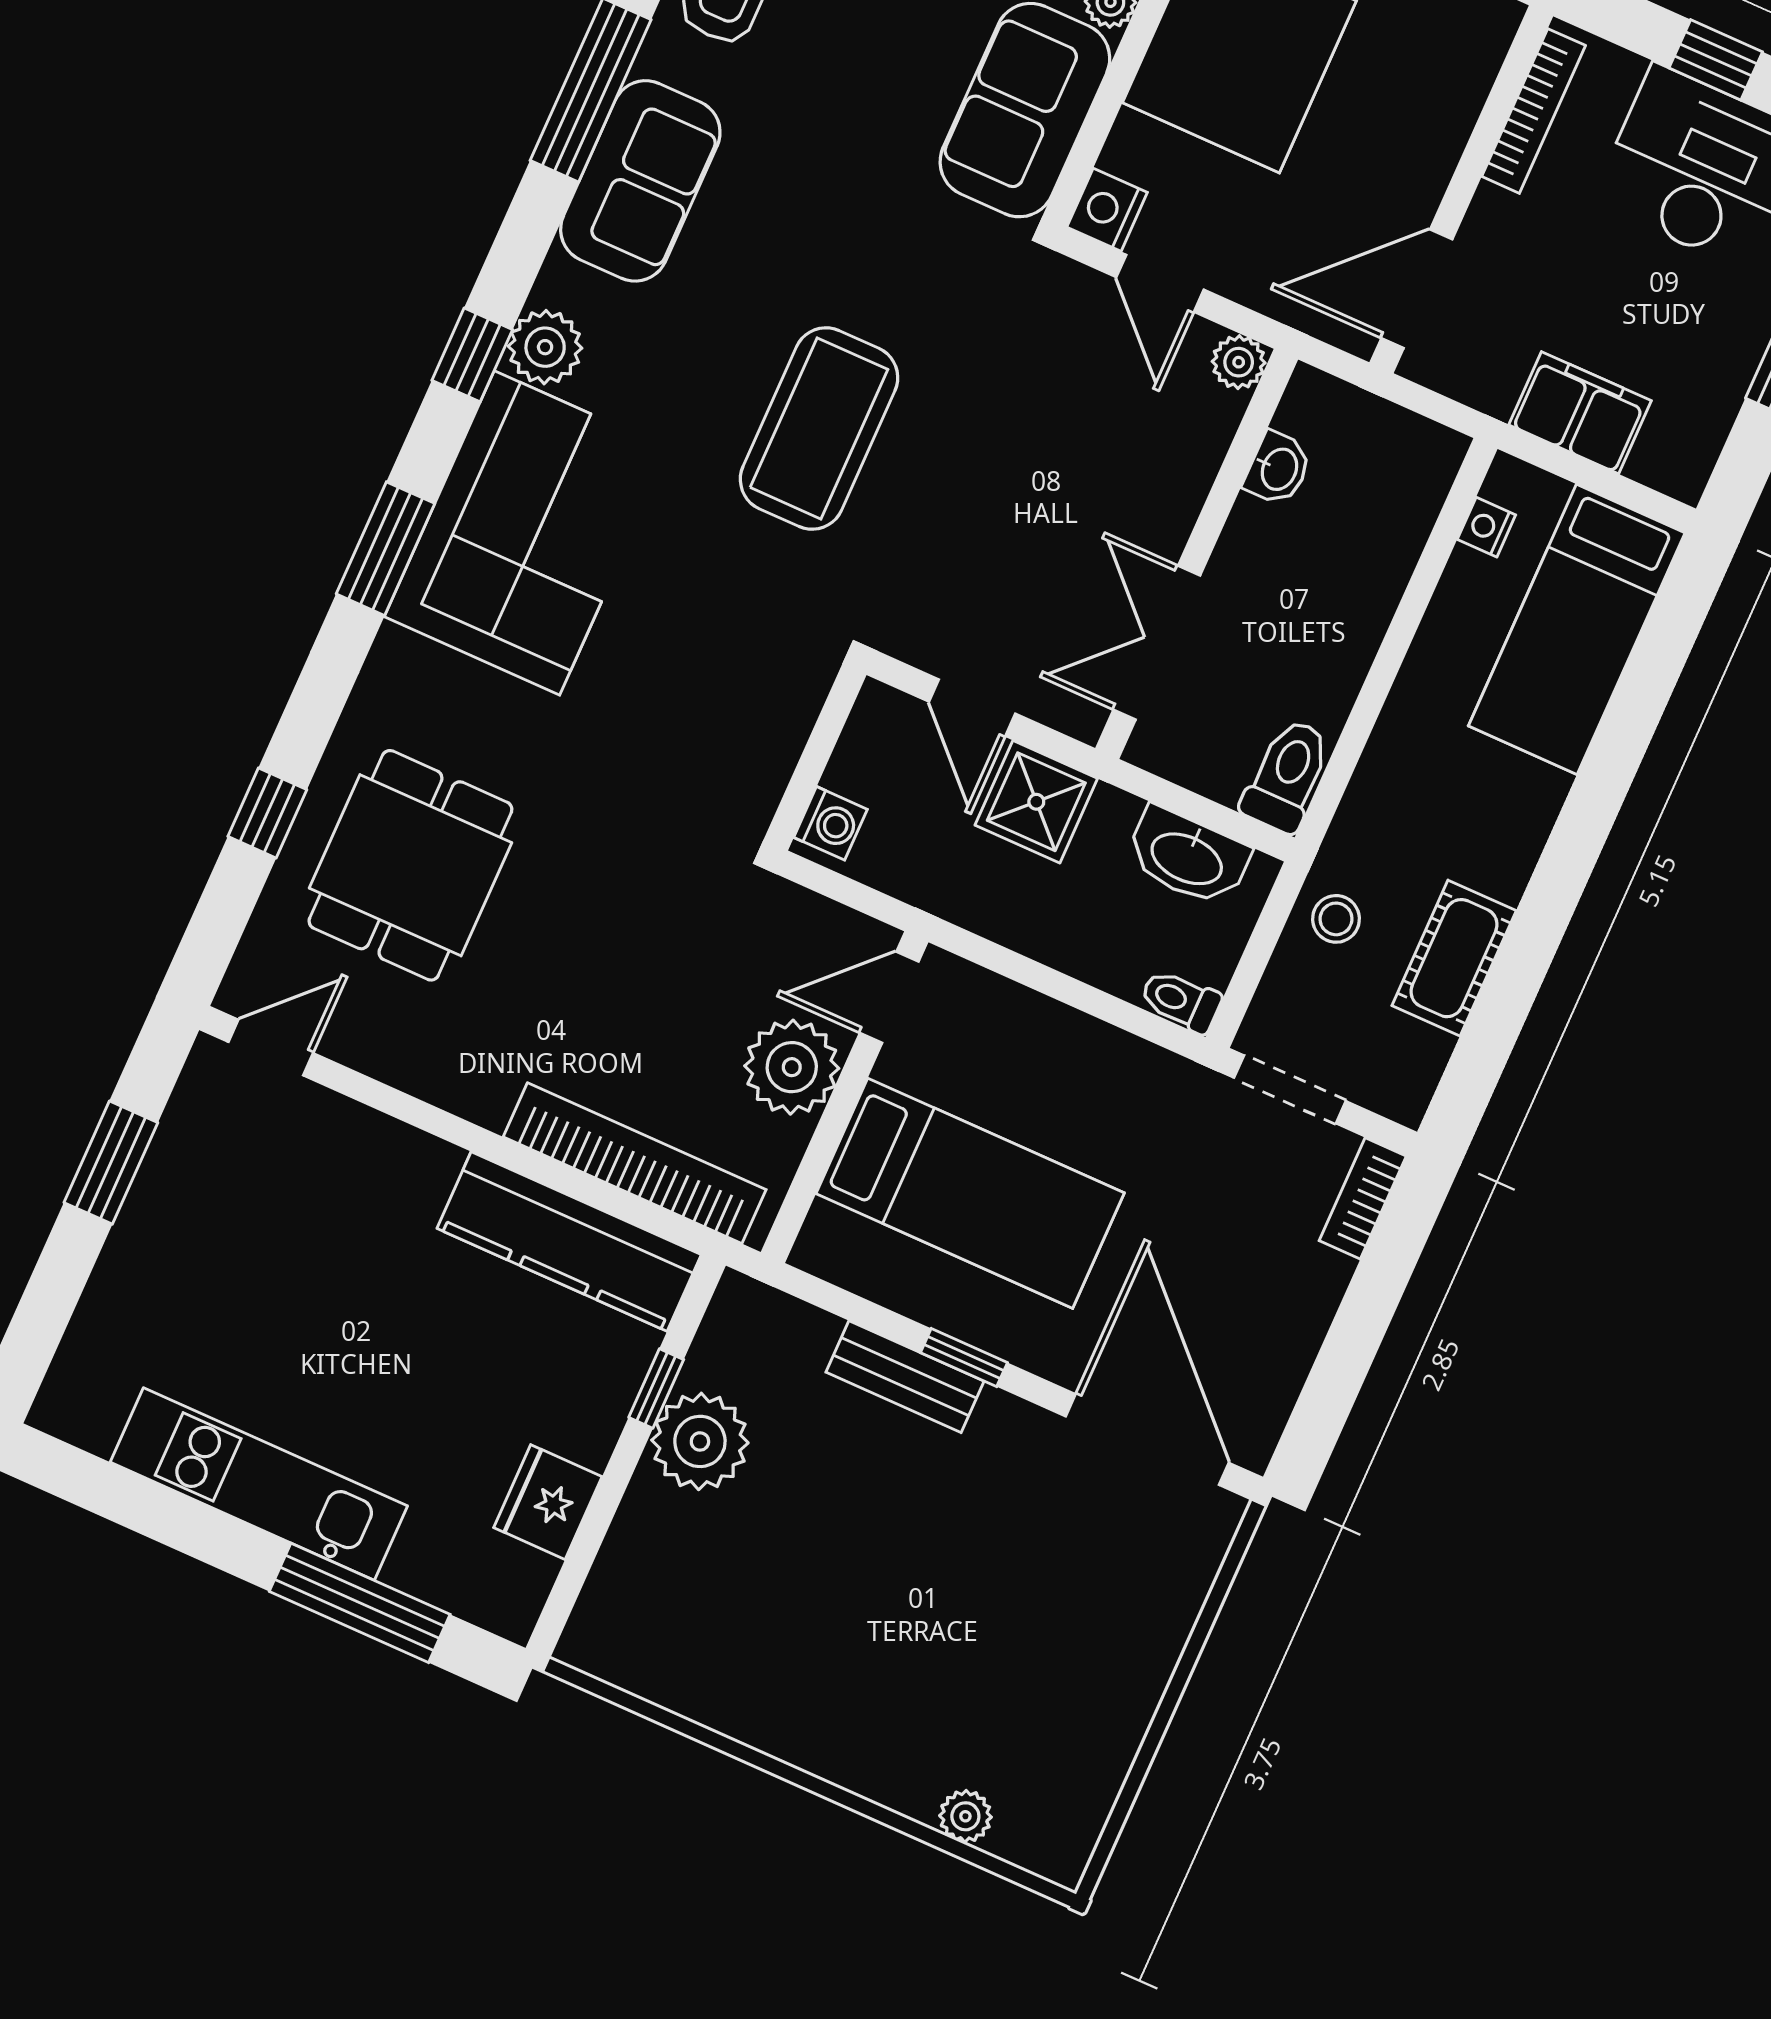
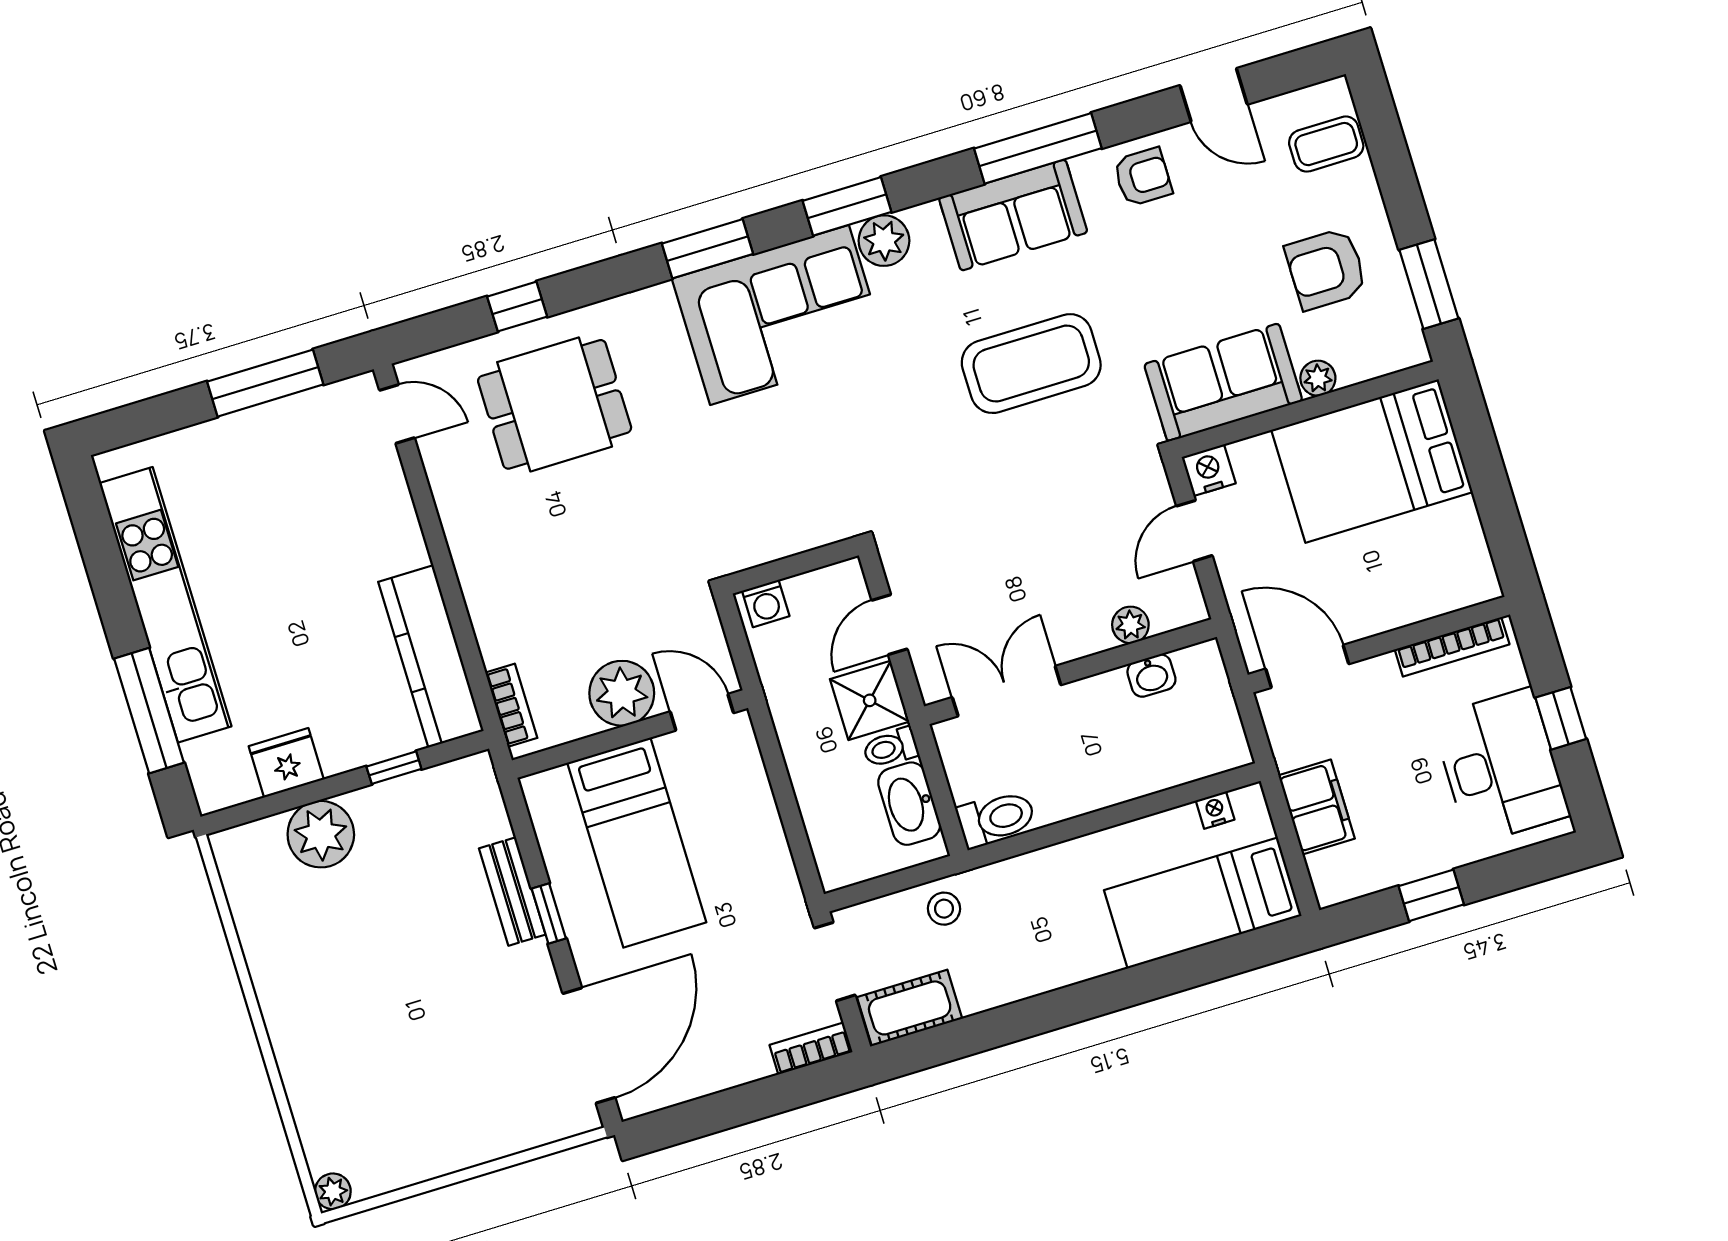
window: (472, 355) -> (847, 206), width x1.50
plant: (1239, 362) -> (1130, 625), moved
coffee table: (819, 428) -> (1031, 364), moved
cot: (1454, 958) -> (910, 1008), moved
toilet: (1181, 1001) -> (890, 748), moved, turned -90
window: (111, 1163) -> (265, 383), width x1.44
bookcase: (635, 1163) -> (511, 705), width x0.43, depth x0.76
plant: (700, 1441) -> (321, 834), moved
kitchen unit: (259, 1484) -> (165, 605), width x1.36
plant: (965, 1816) -> (333, 1191), moved

